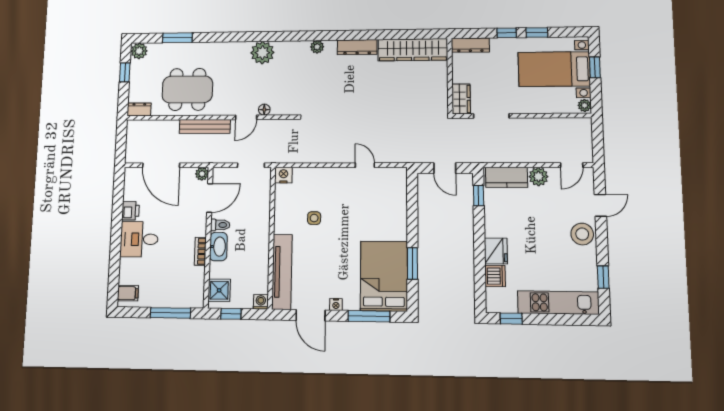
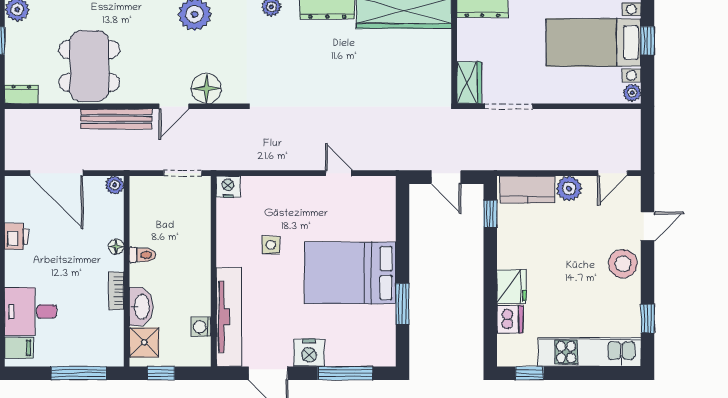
dining table: (187, 89) -> (89, 66), turned 90
floor lamp: (264, 110) -> (206, 88), width x1.89, depth x1.89
door: (210, 198) -> (127, 218), removed
floor lamp: (201, 219) -> (116, 247), added
desk: (139, 239) -> (31, 311), moved
washbasin: (218, 247) -> (141, 307), moved
bed: (384, 276) -> (350, 273), moved, turned -90
washing machine: (261, 302) -> (201, 327), moved, turned -90
nightstand: (336, 305) -> (309, 353), width x1.89, depth x1.79

